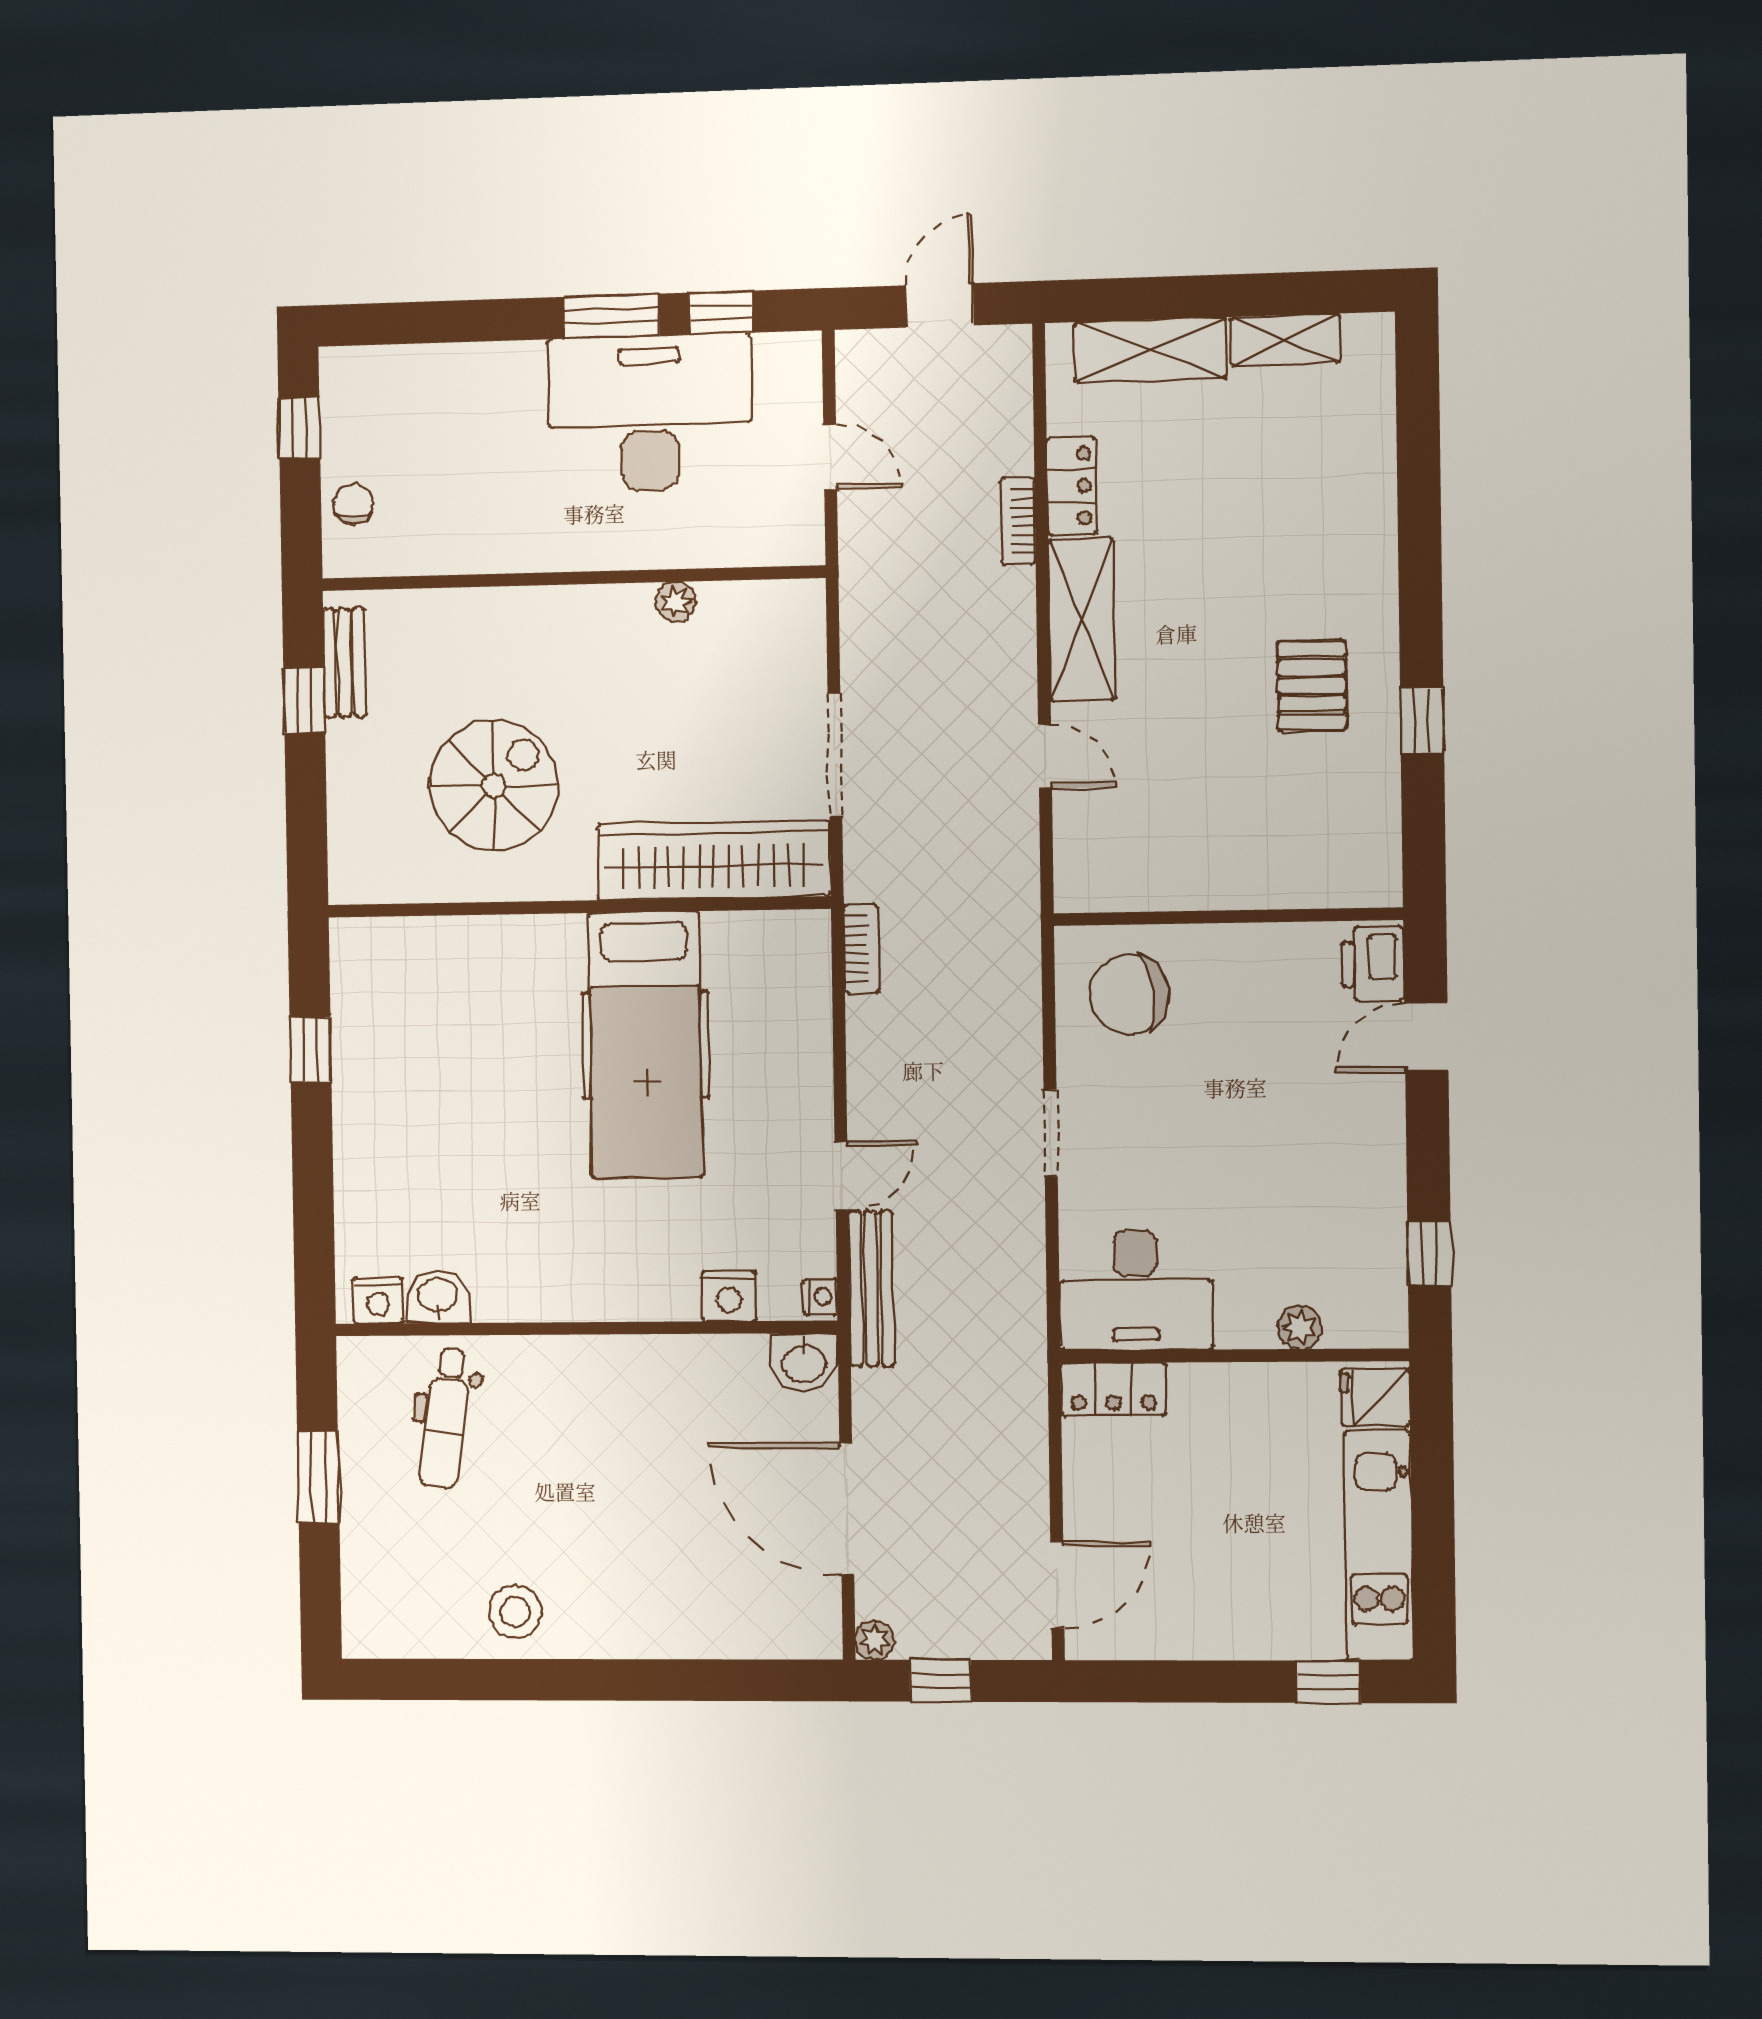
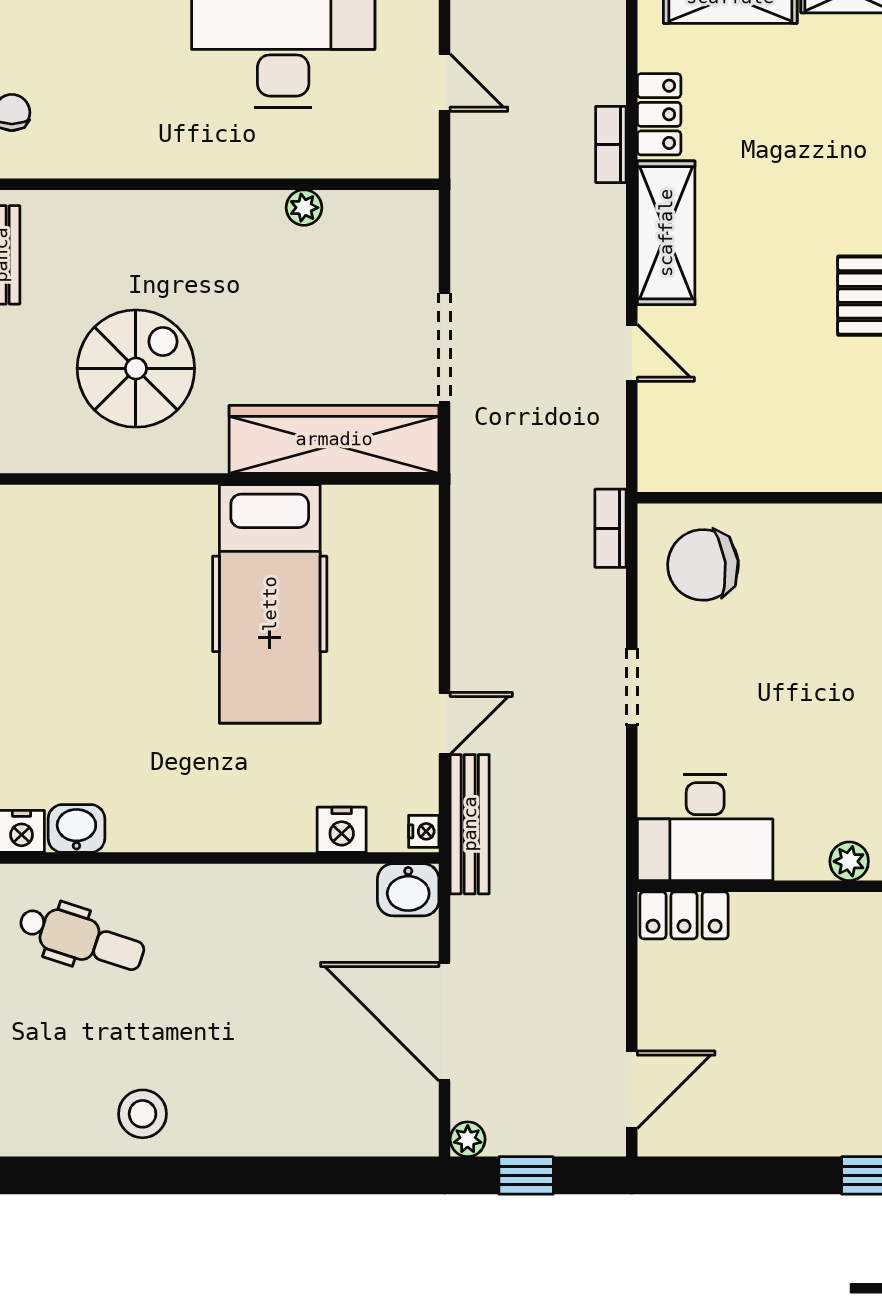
bookcase: (862, 949) -> (611, 528), moved, turned 180
dental chair: (445, 1418) -> (82, 939), turned -80

